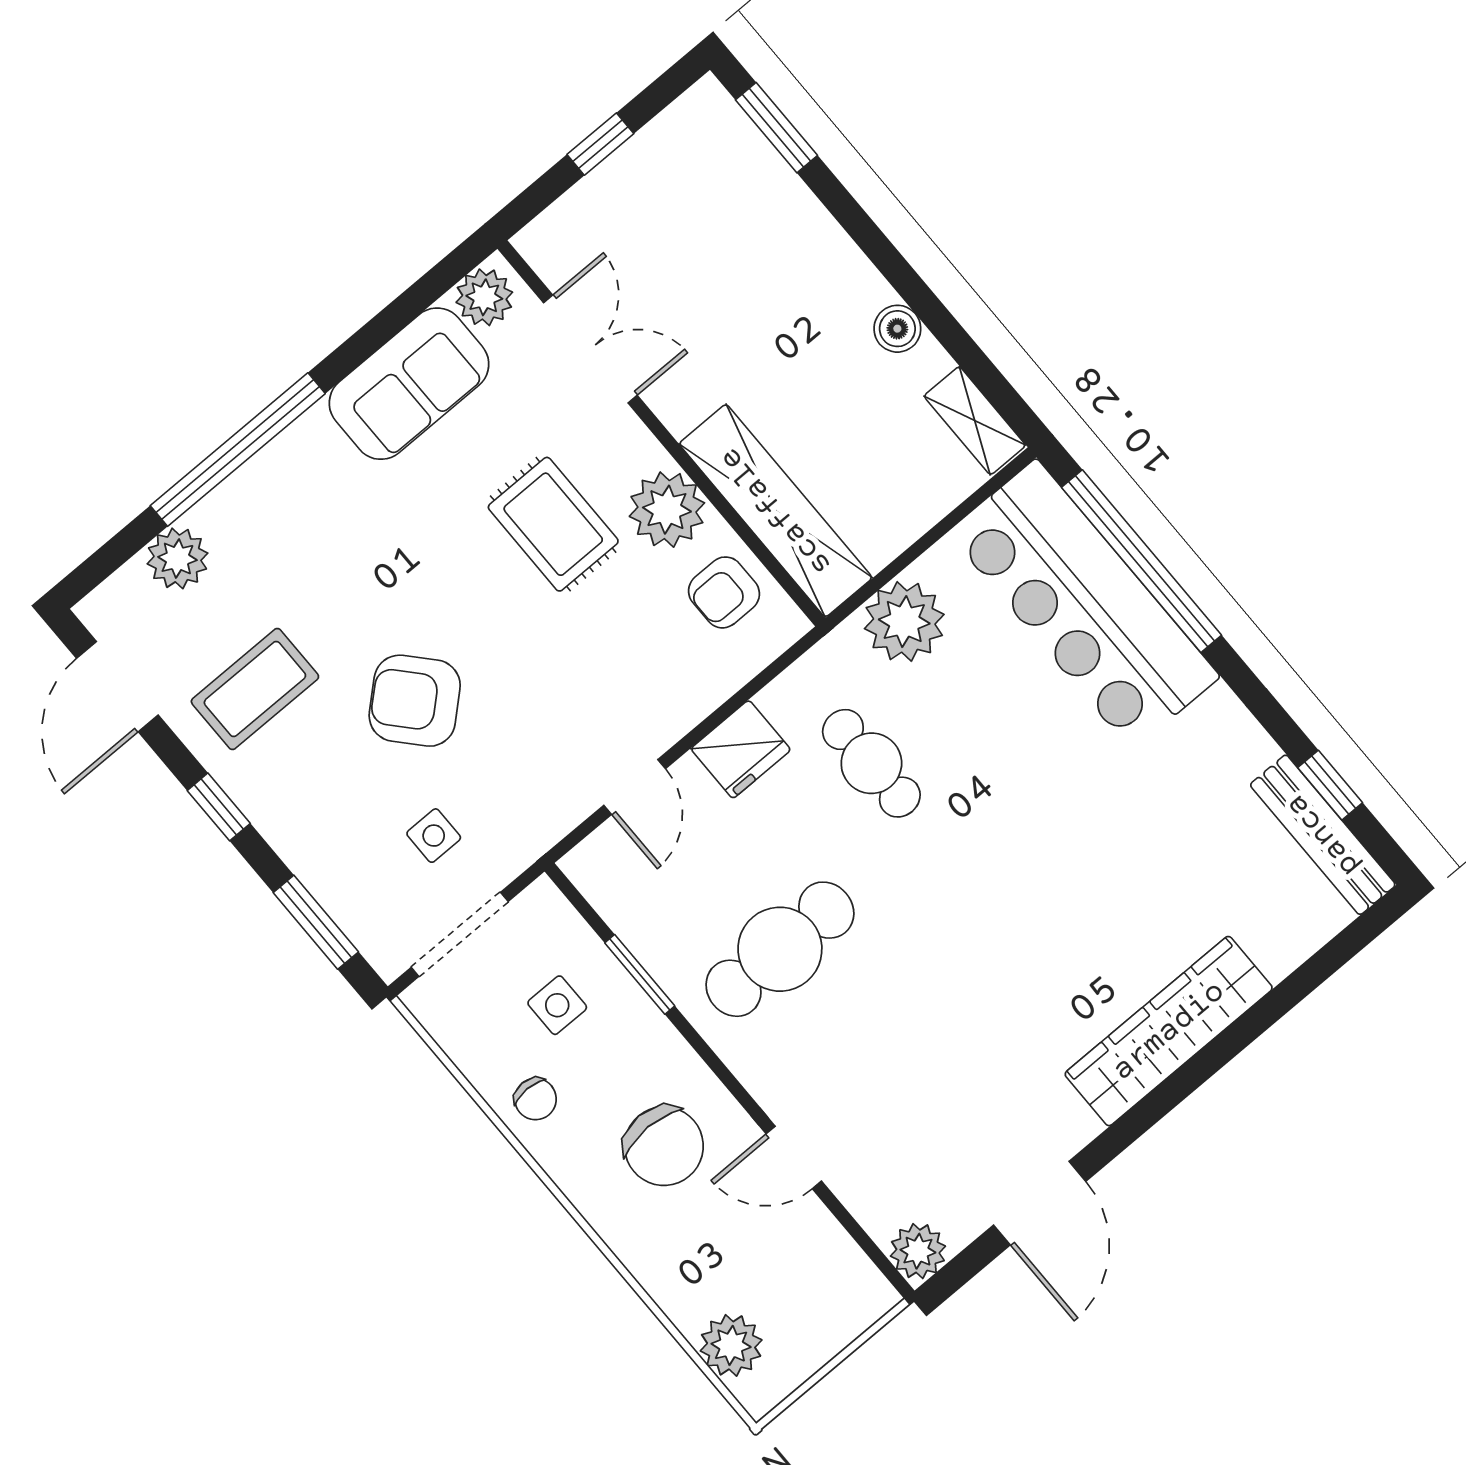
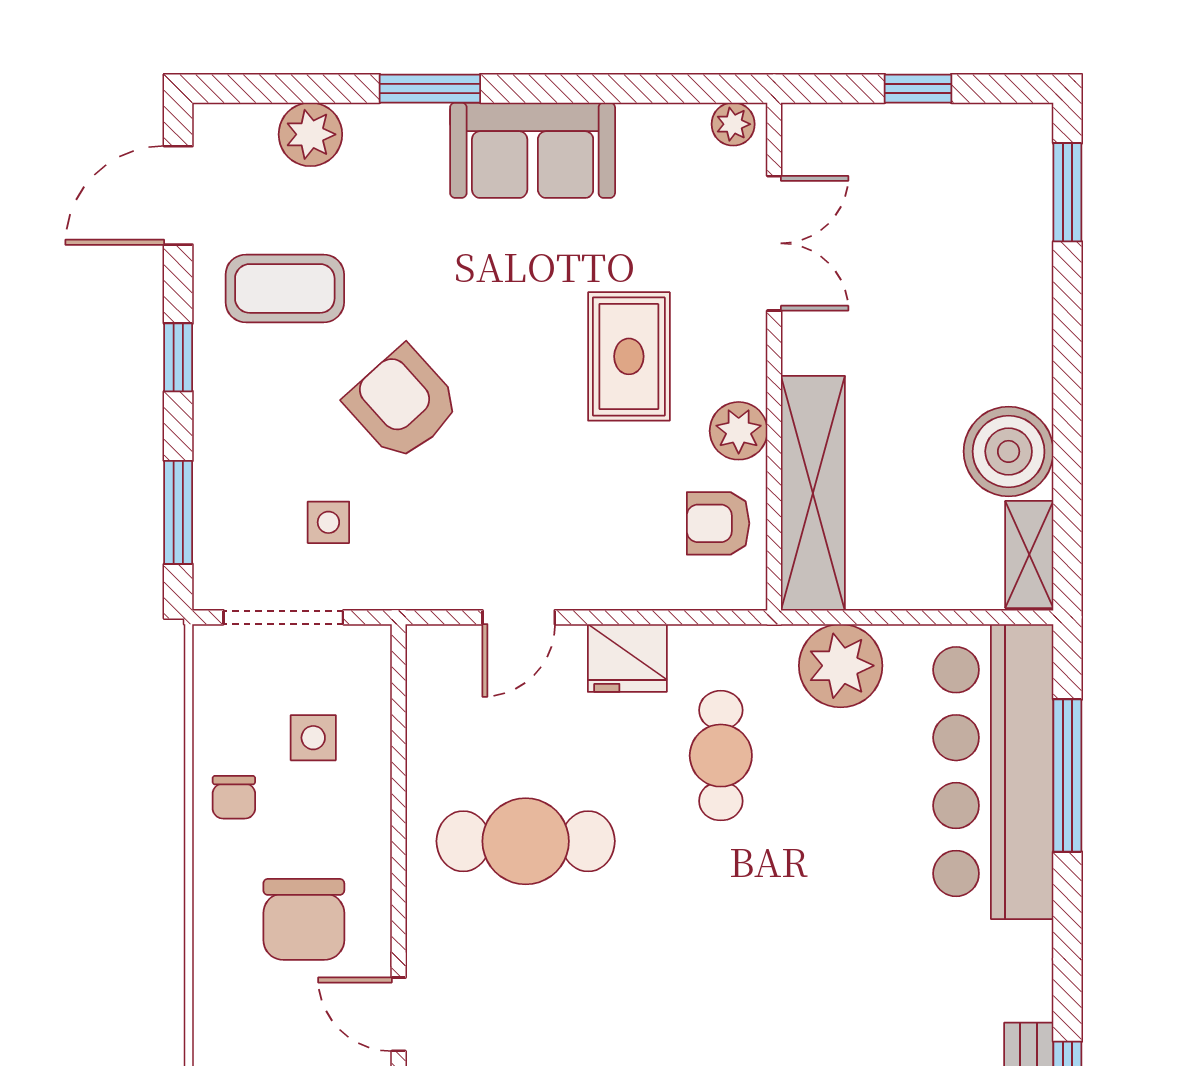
plant: (484, 297) -> (733, 124), width x0.73, depth x0.73
boiler: (897, 329) -> (1009, 451), width x1.86, depth x1.86
sofa: (409, 384) -> (533, 150), moved
window: (238, 450) -> (430, 89), width x0.47
plant: (667, 510) -> (739, 431), width x0.73, depth x0.73
window: (1142, 561) -> (1067, 776), width x0.68
window: (640, 974) -> (399, 768), removed

